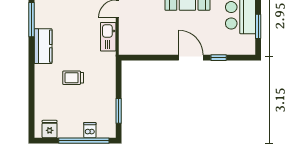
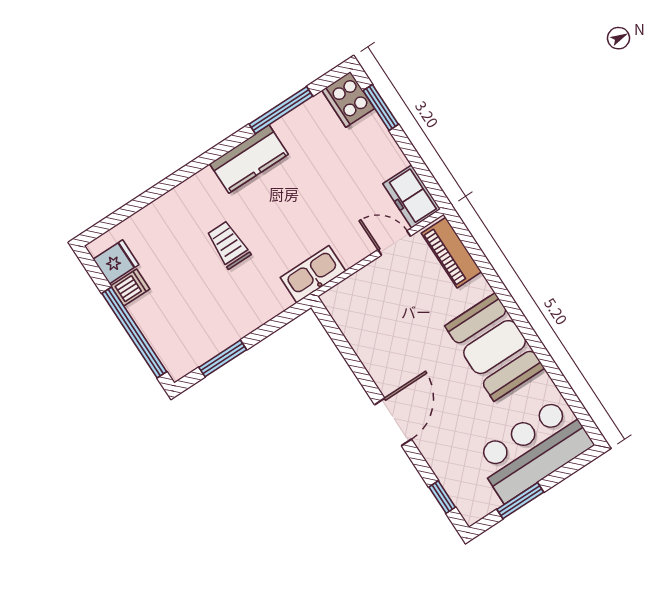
kitchen sink: (108, 37) -> (313, 274), moved
window: (219, 58) -> (442, 497), moved
dishwasher: (90, 130) -> (130, 287), moved

